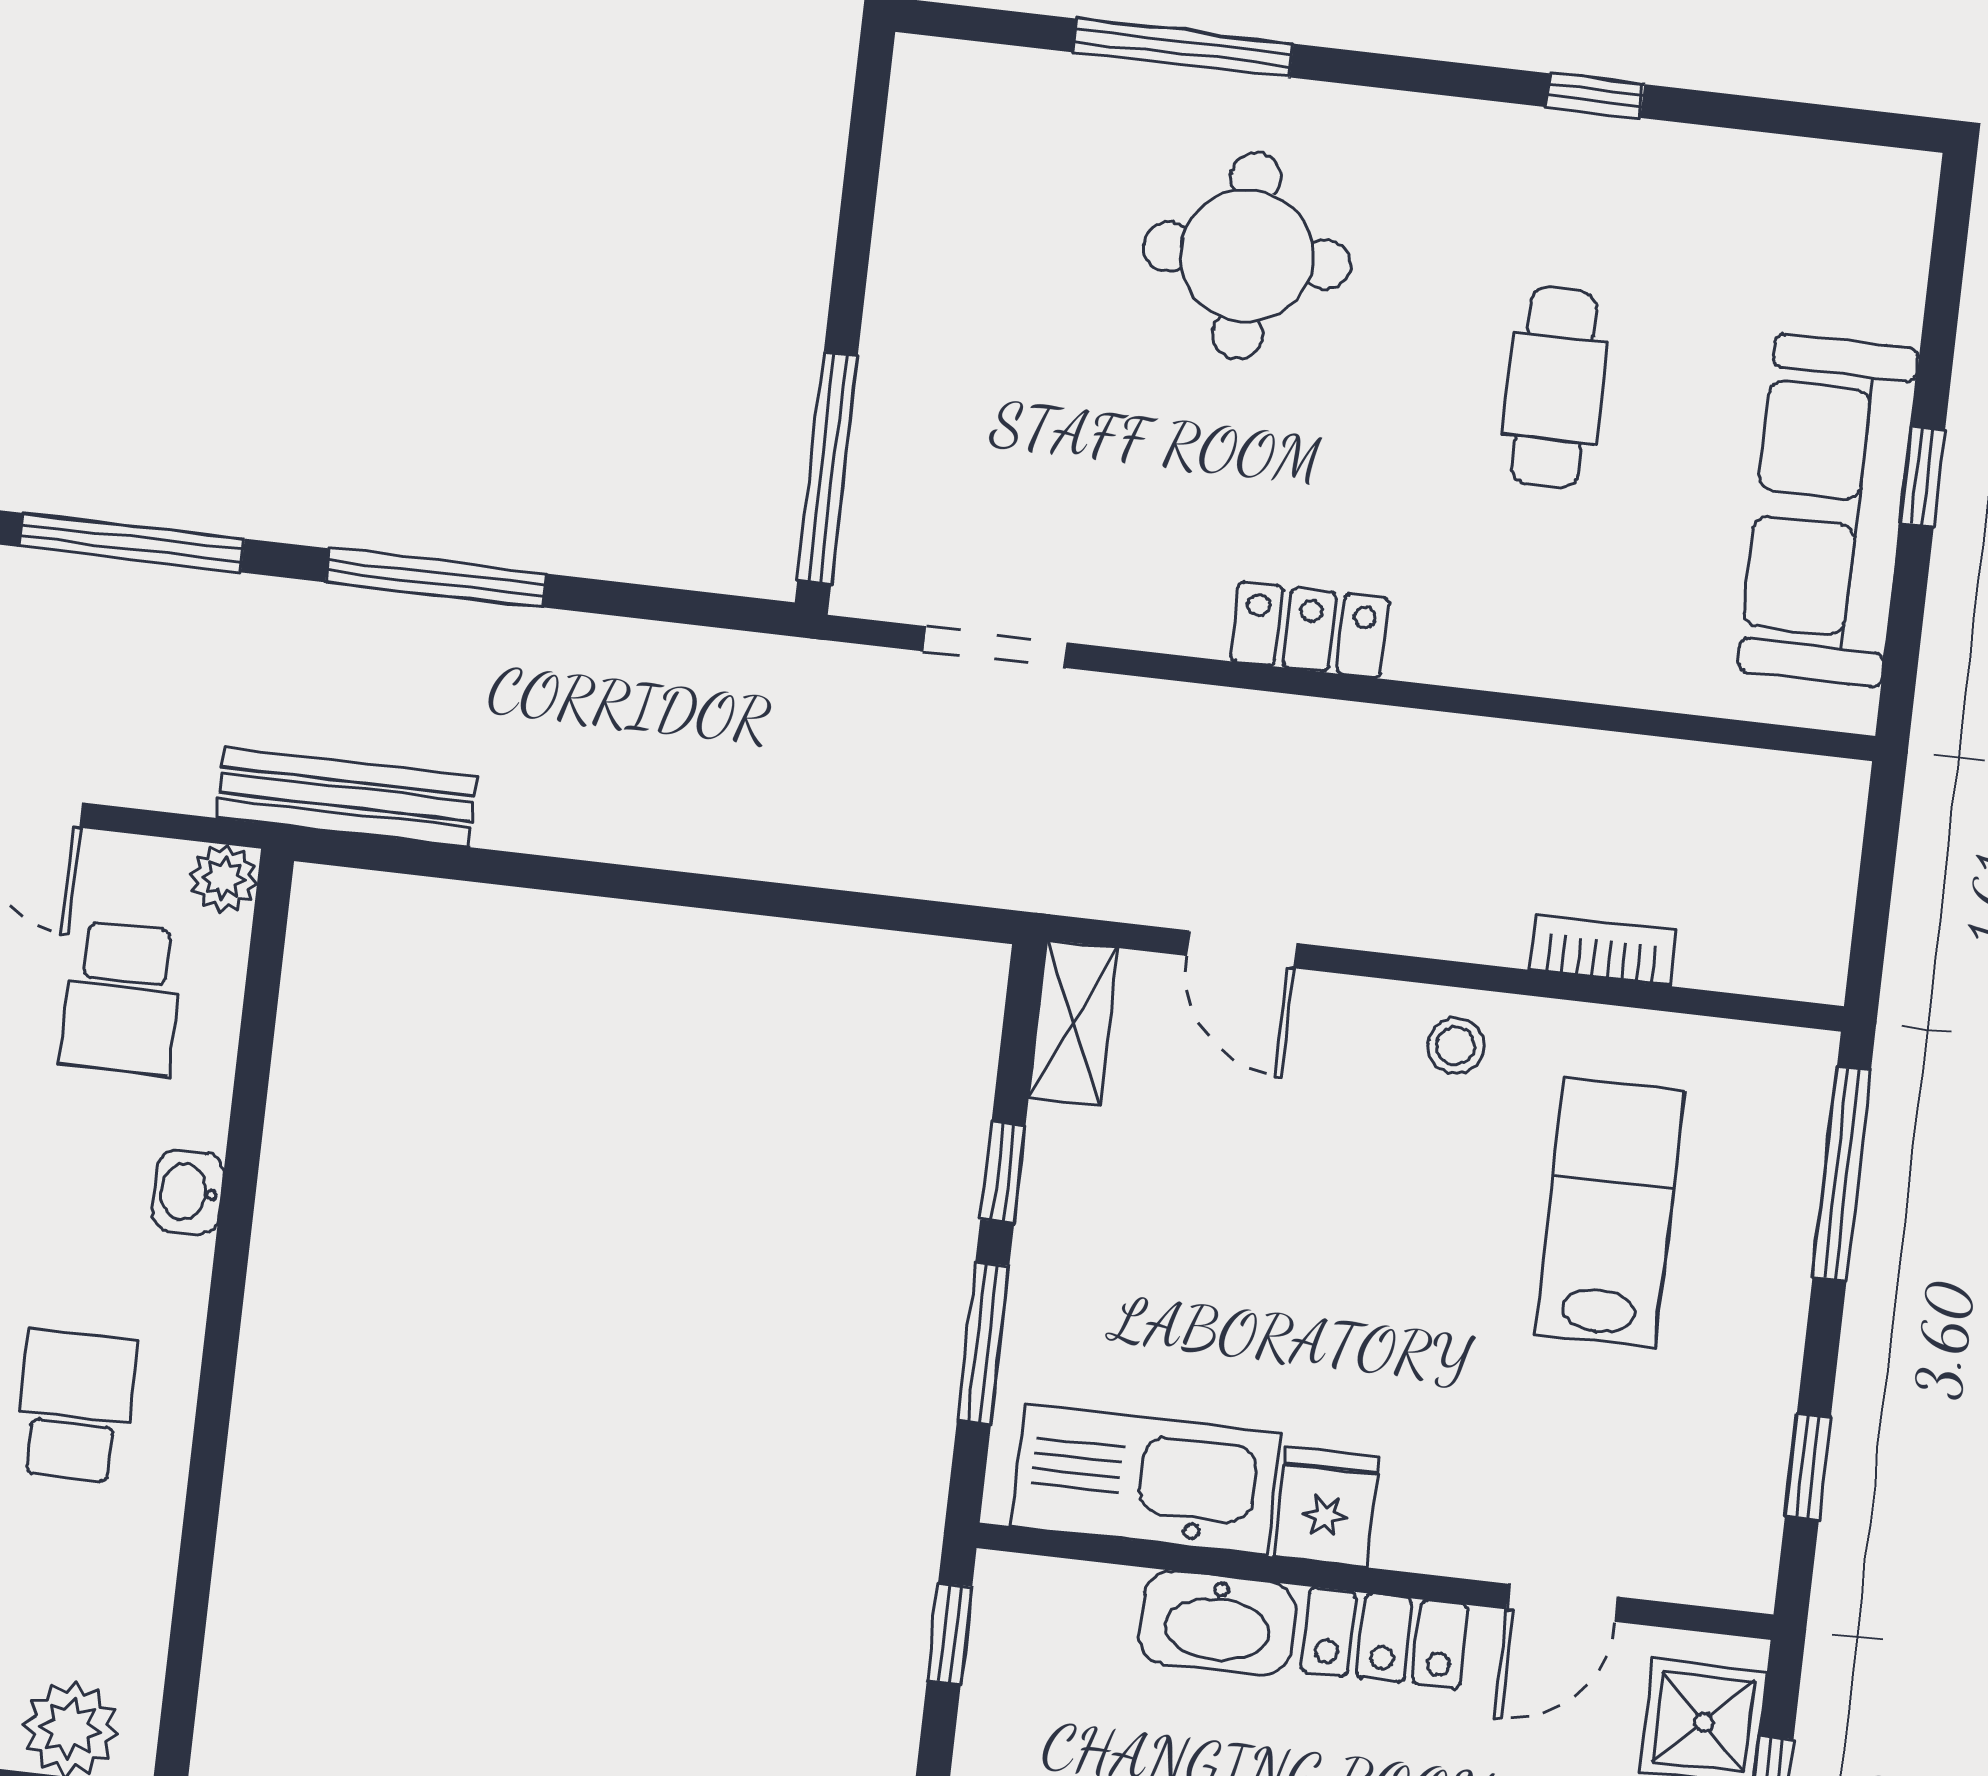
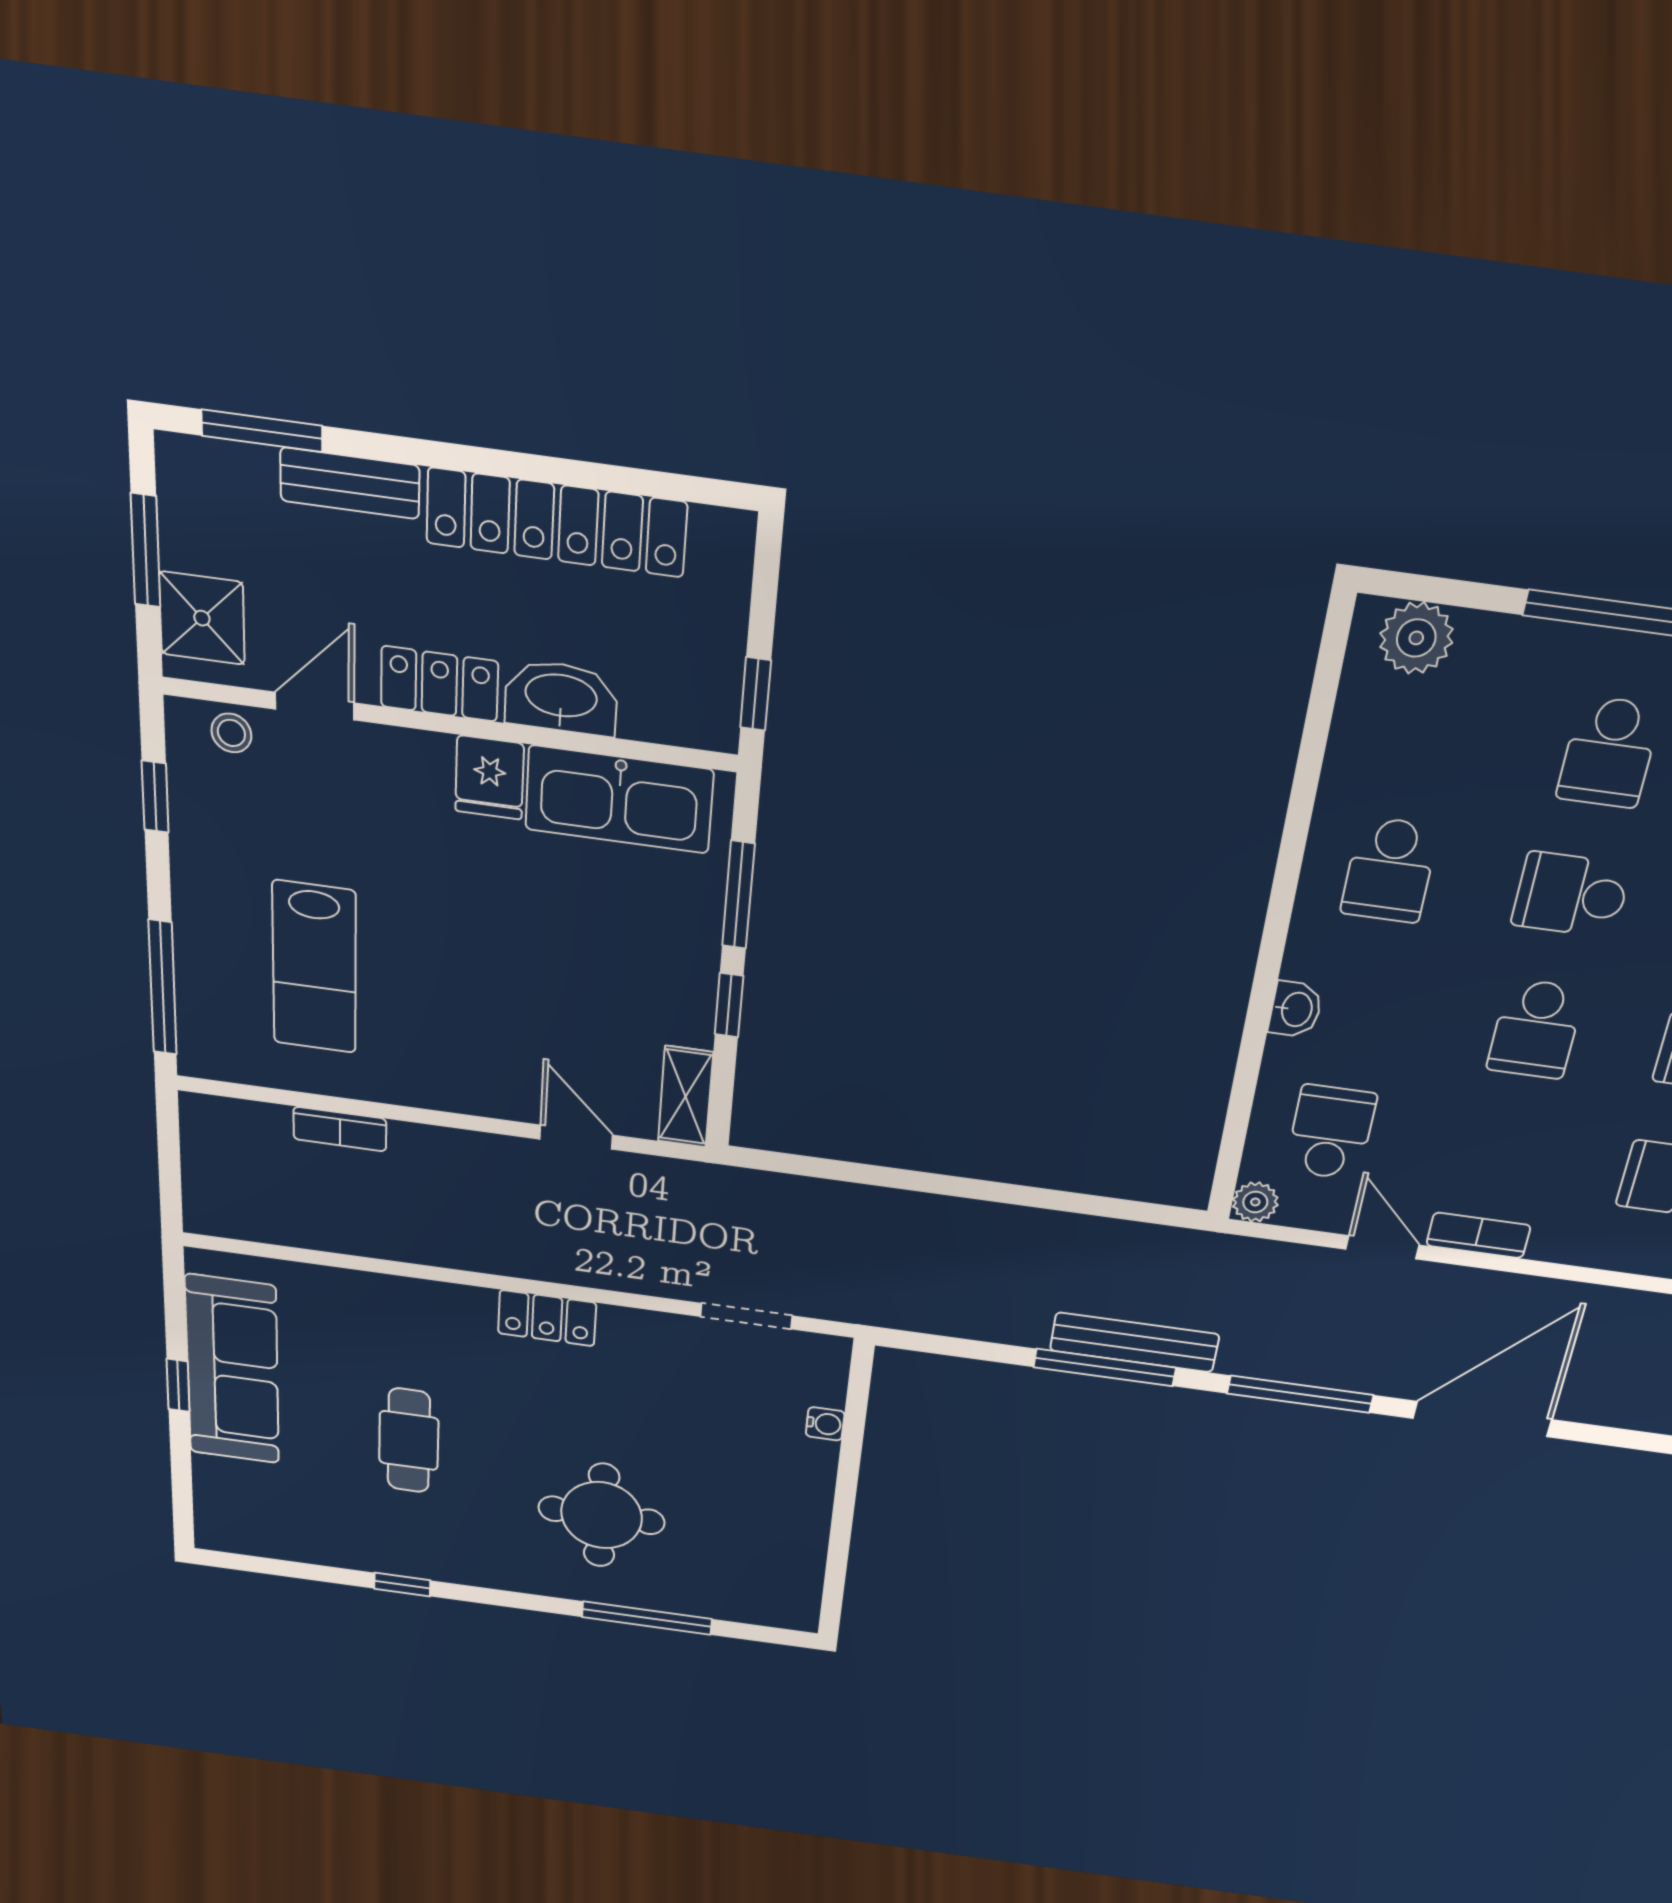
water cooler: (875, 452) -> (825, 1424), added
window: (827, 468) -> (855, 1417), removed
bench: (346, 797) -> (1134, 1342), moved
stool: (1456, 1046) -> (231, 733), moved

